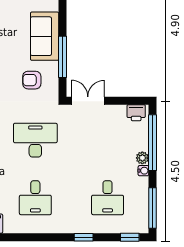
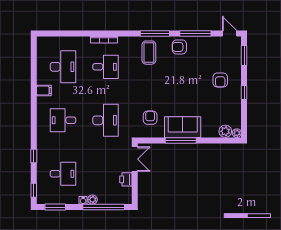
window: (62, 57) -> (181, 140), moved
printer: (136, 113) -> (126, 179), moved
desk: (108, 198) -> (63, 174), turned 180
window: (153, 208) -> (55, 207), width x0.69

